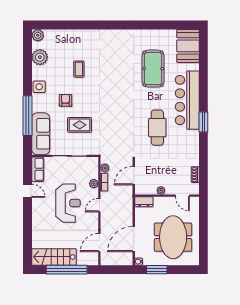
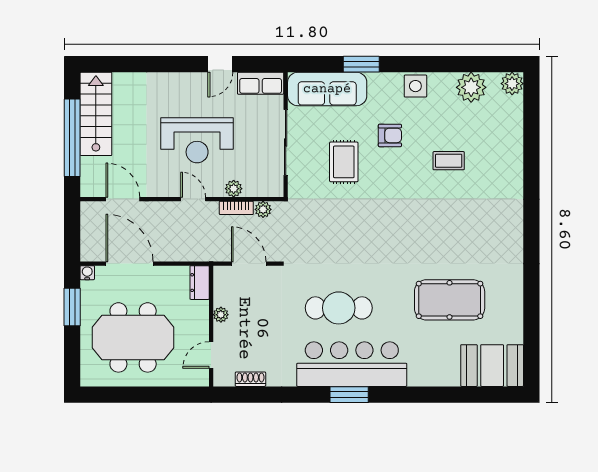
bar counter: (187, 100) -> (352, 364), moved
window: (27, 116) -> (361, 64), width x0.47

